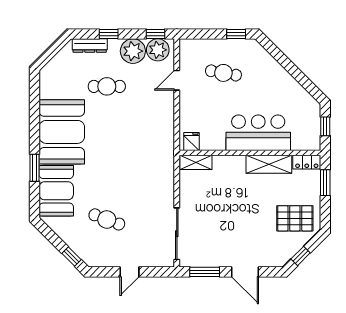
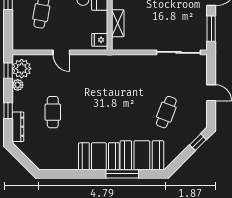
plant: (133, 51) -> (18, 85), width x0.53, depth x0.53
door: (177, 80) -> (61, 52), moved
booth: (62, 132) -> (99, 156), width x0.73, depth x0.70
shelving: (196, 162) -> (118, 23), moved
window: (35, 168) -> (122, 174), width x1.44

